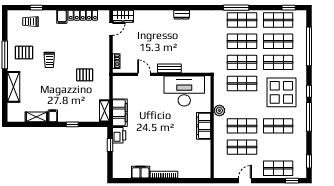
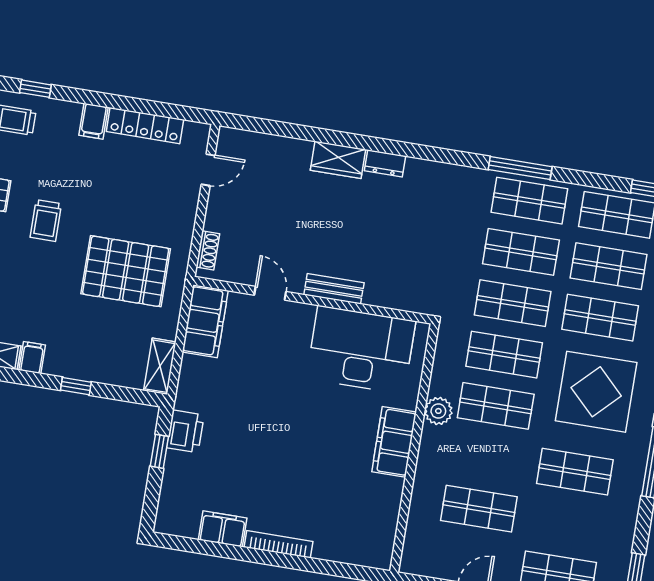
wardrobe: (123, 16) -> (338, 160), moved
pallet: (85, 75) -> (126, 271), width x2.05, depth x2.00
filing cabinet: (120, 113) -> (205, 321), moved
shop shelf: (242, 126) -> (496, 406), moved

